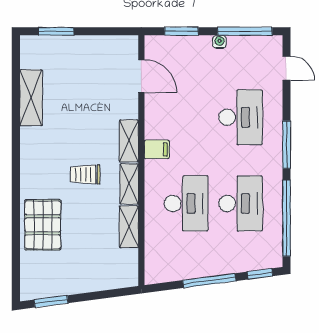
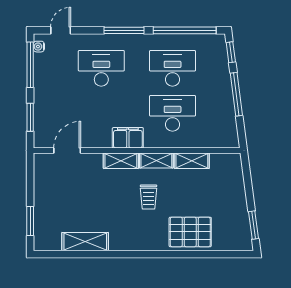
water cooler: (220, 42) -> (39, 47), moved
filing cabinet: (157, 149) -> (128, 138), width x2.00

